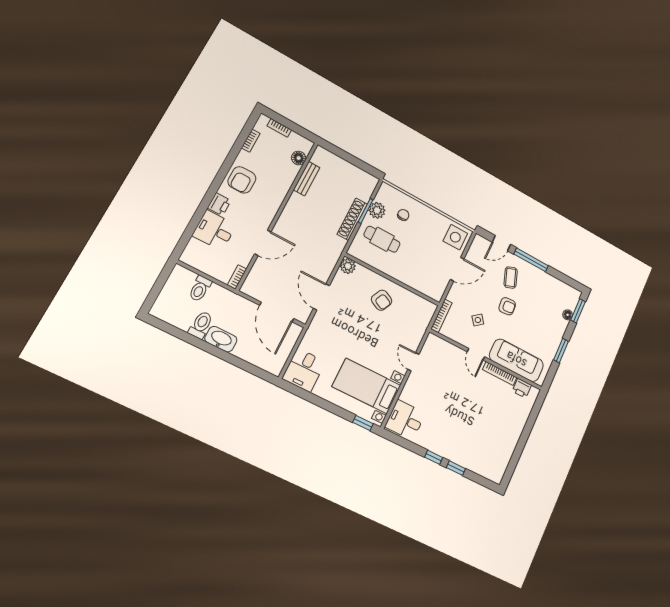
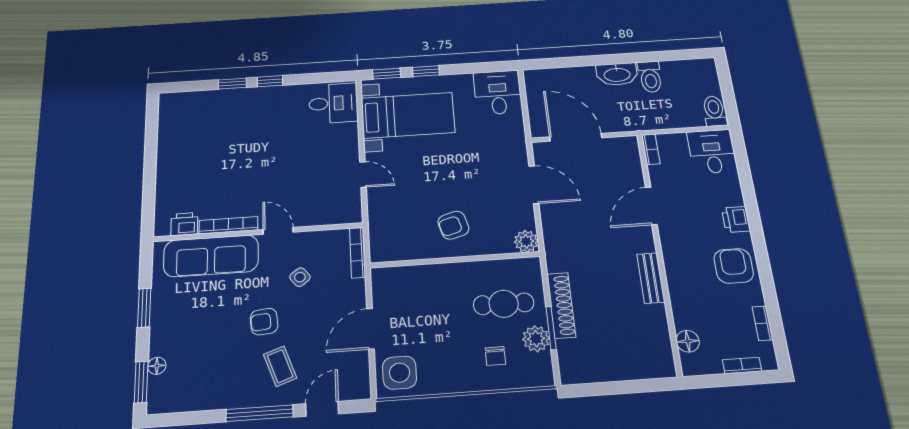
bench: (307, 179) -> (651, 278), moved
desk: (214, 230) -> (712, 152), moved, turned -90
toilet: (200, 289) -> (714, 111), moved
armchair: (382, 300) -> (453, 225), turned -42
window: (338, 411) -> (426, 71), added

